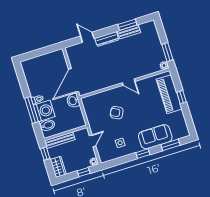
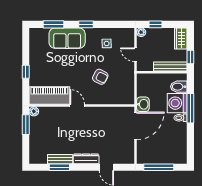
window: (43, 51) -> (159, 167), added
piano: (169, 94) -> (49, 96), moved, turned -90
door: (93, 141) -> (136, 55), hinge flipped

